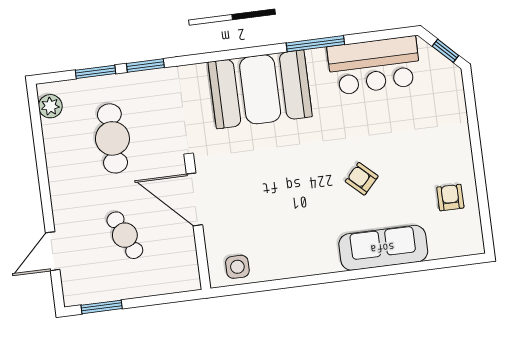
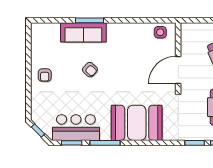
window: (378, 36) -> (72, 143), added
armchair: (450, 197) -> (45, 75), moved
door: (194, 199) -> (178, 70), swing flipped
window: (375, 272) -> (89, 20), added

